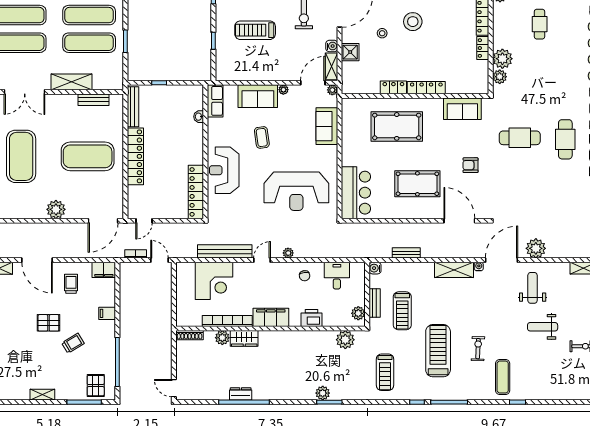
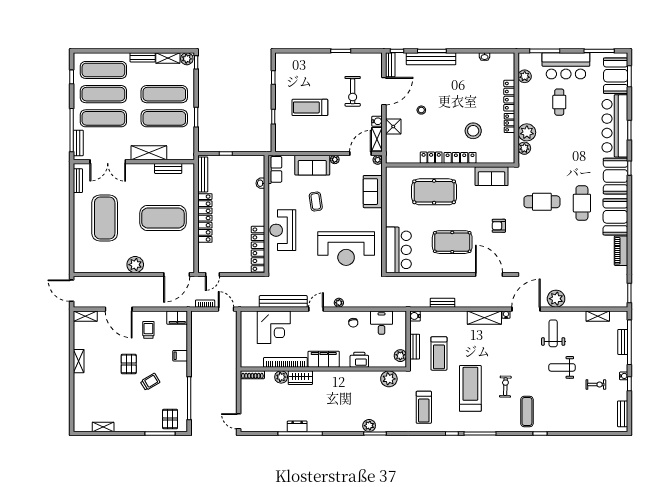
stool: (413, 22) -> (473, 131), moved
pallet: (48, 323) -> (129, 364), turned 90
shelving: (42, 395) -> (103, 427), moved

